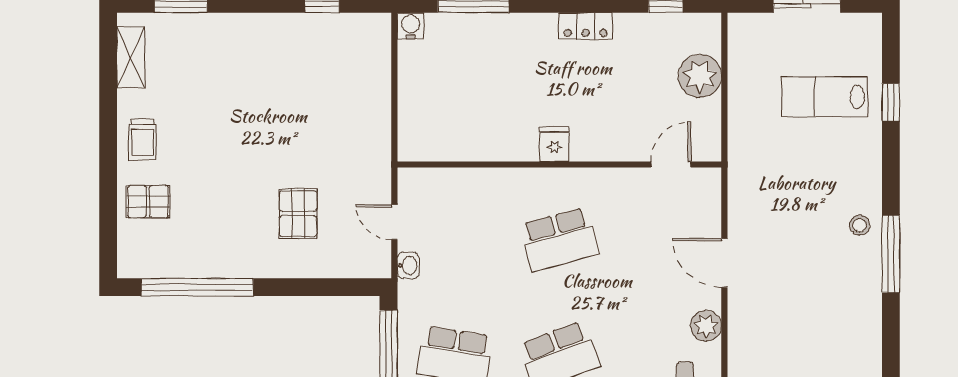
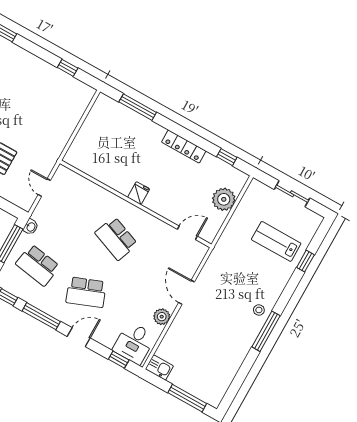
water cooler: (411, 26) -> (103, 101), removed
locker: (586, 26) -> (184, 147), width x1.53
school desk: (559, 239) -> (116, 238), turned 36
washbasin: (408, 266) -> (31, 227), moved

